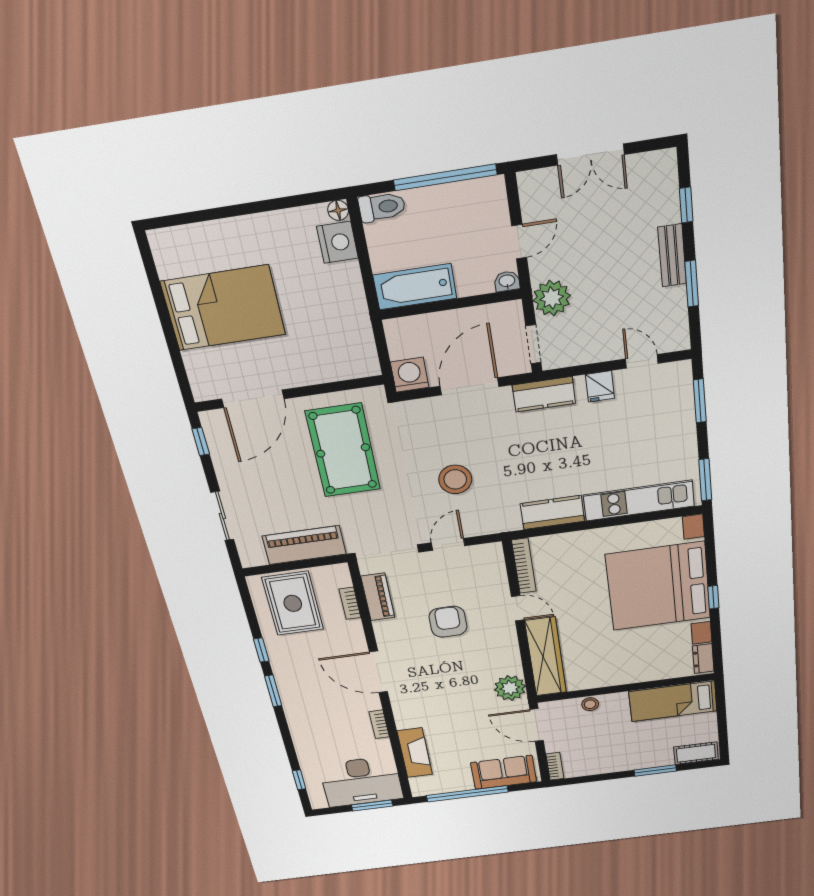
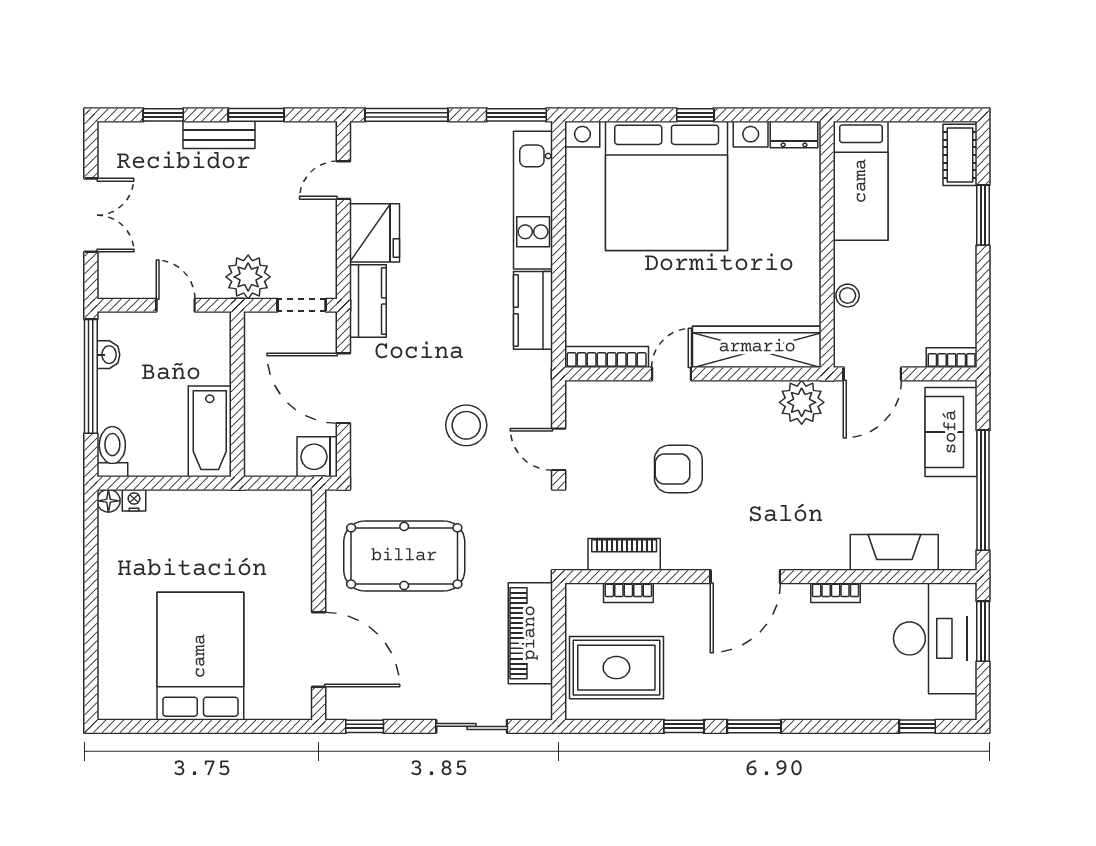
nightstand: (337, 242) -> (134, 500), width x0.53, depth x0.56
washbasin: (507, 281) -> (108, 355), moved, turned 180
fridge: (600, 386) -> (375, 233), width x1.88, depth x1.34
window: (700, 401) -> (406, 115), width x1.44

